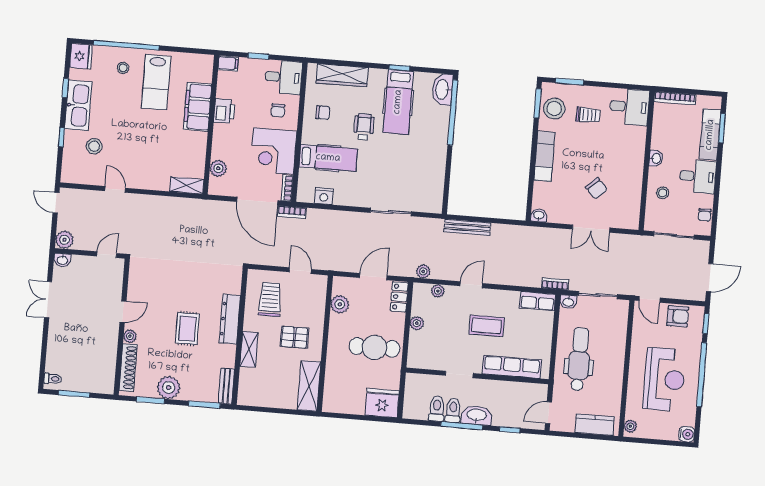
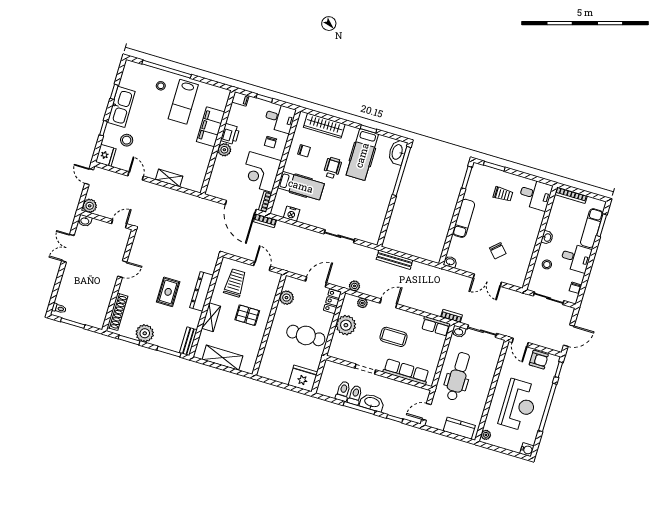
fridge: (81, 56) -> (106, 155), moved
stool: (554, 109) -> (479, 184), removed
plant: (218, 168) -> (224, 150), moved
shelving: (187, 185) -> (169, 178), moved
plant: (417, 323) -> (346, 325), width x1.88, depth x1.88
plant: (130, 336) -> (124, 289), removed
shelving: (309, 386) -> (222, 358), moved, turned 90

